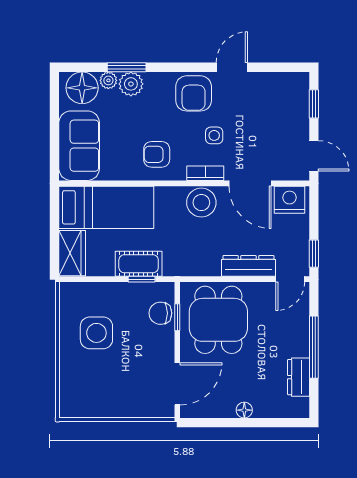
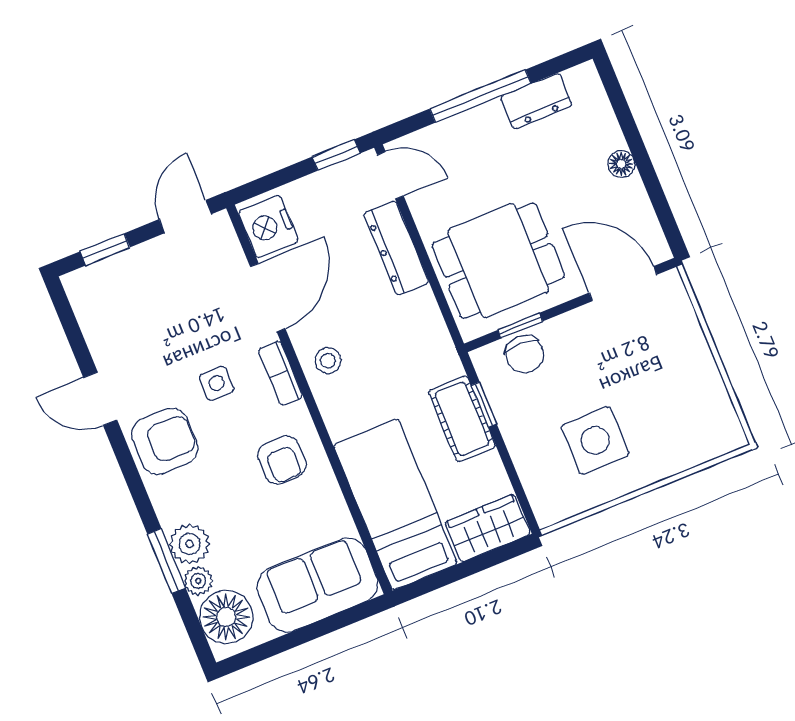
stool: (201, 203) -> (328, 361), width x0.53, depth x0.53

